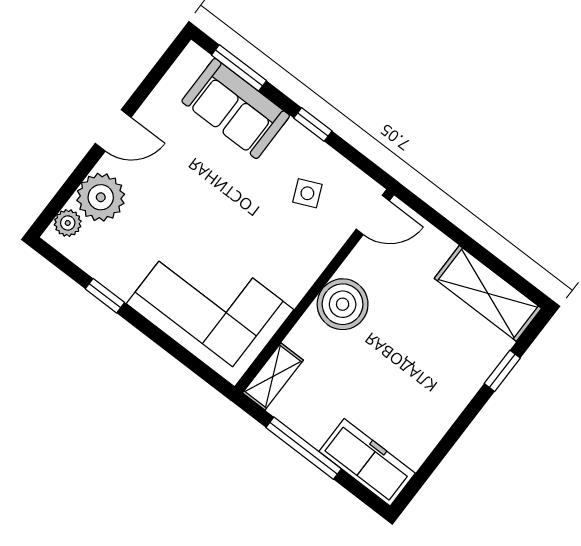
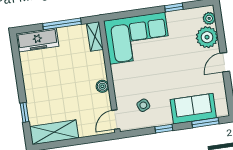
boiler: (343, 304) -> (102, 86), width x0.54, depth x0.54

